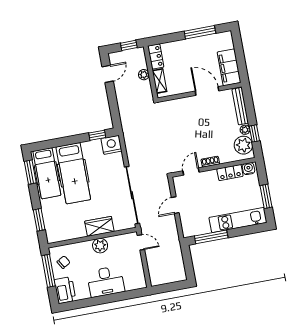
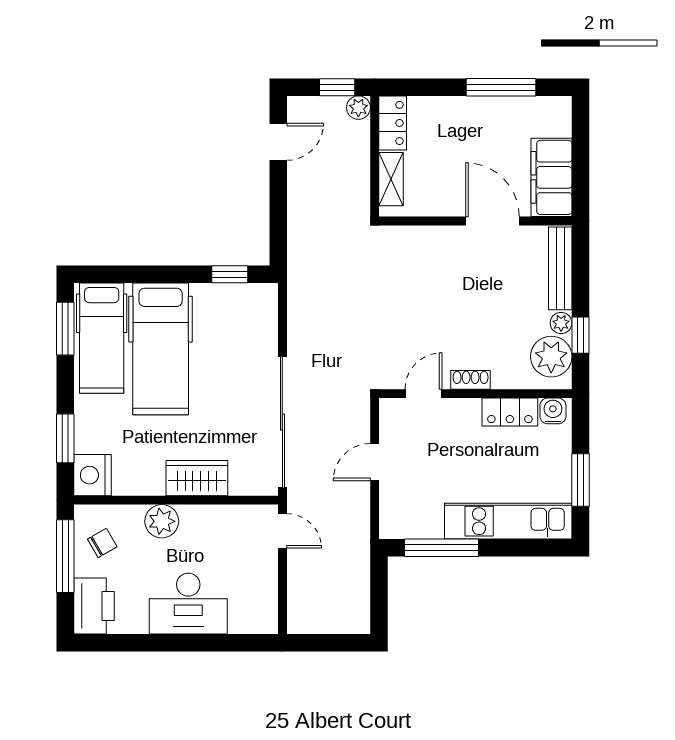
plant: (144, 75) -> (358, 108), moved
nightstand: (111, 145) -> (92, 475), moved, turned -90
plant: (100, 246) -> (162, 521), moved

